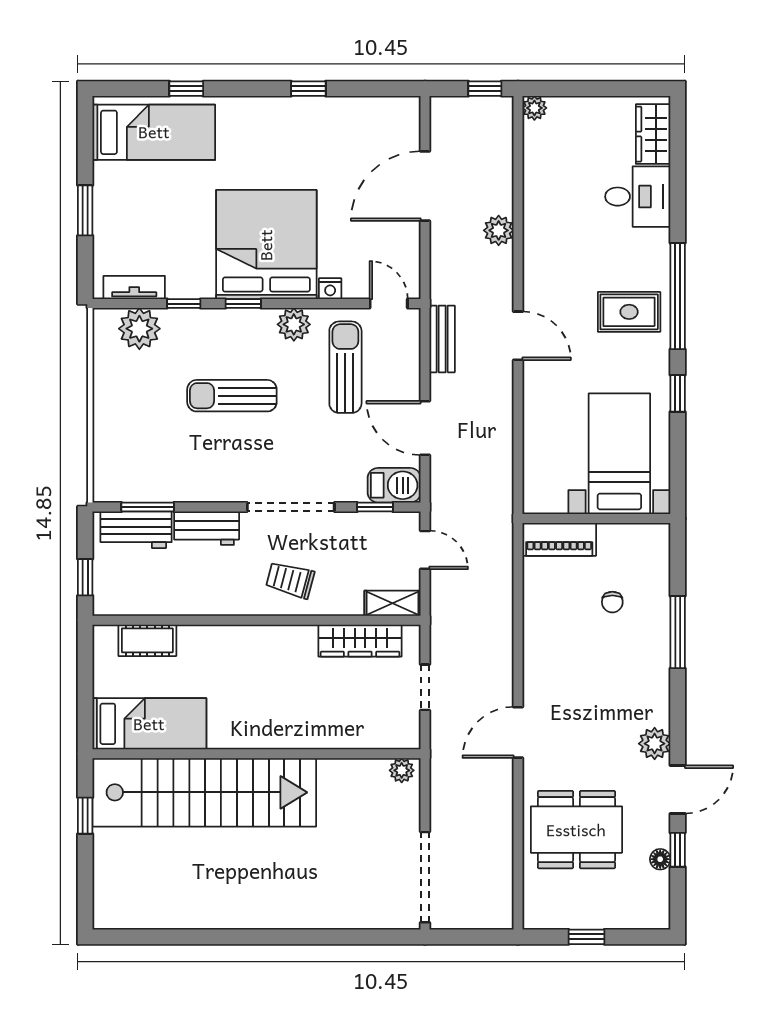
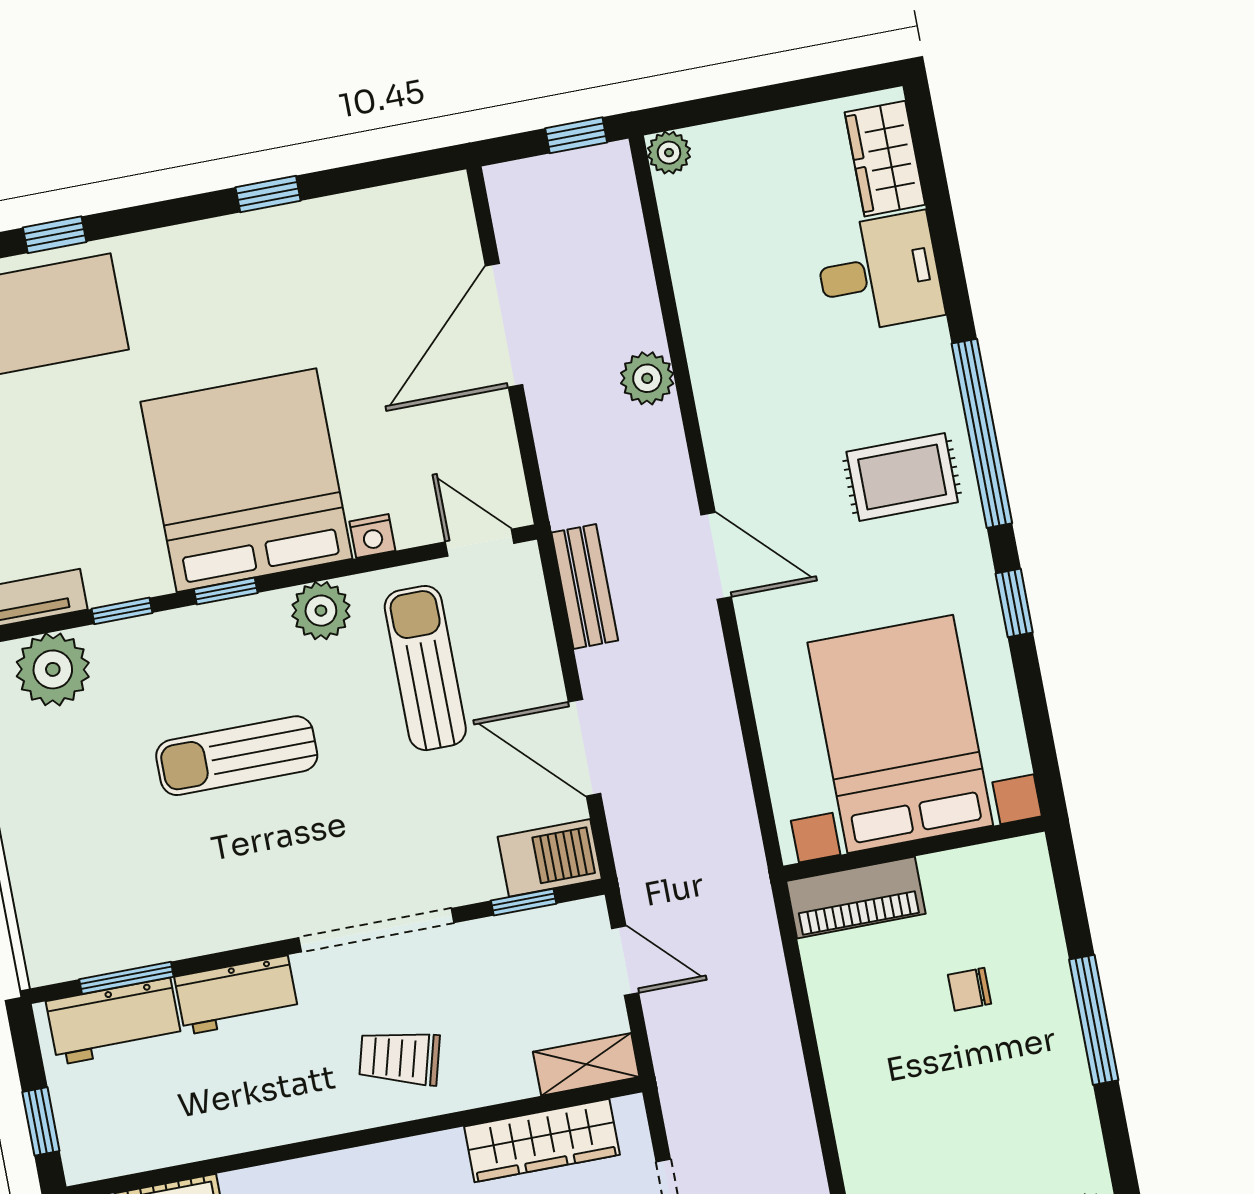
bed with nightstands: (619, 454) -> (900, 734), width x1.36
chair: (612, 602) -> (970, 989), turned 90

